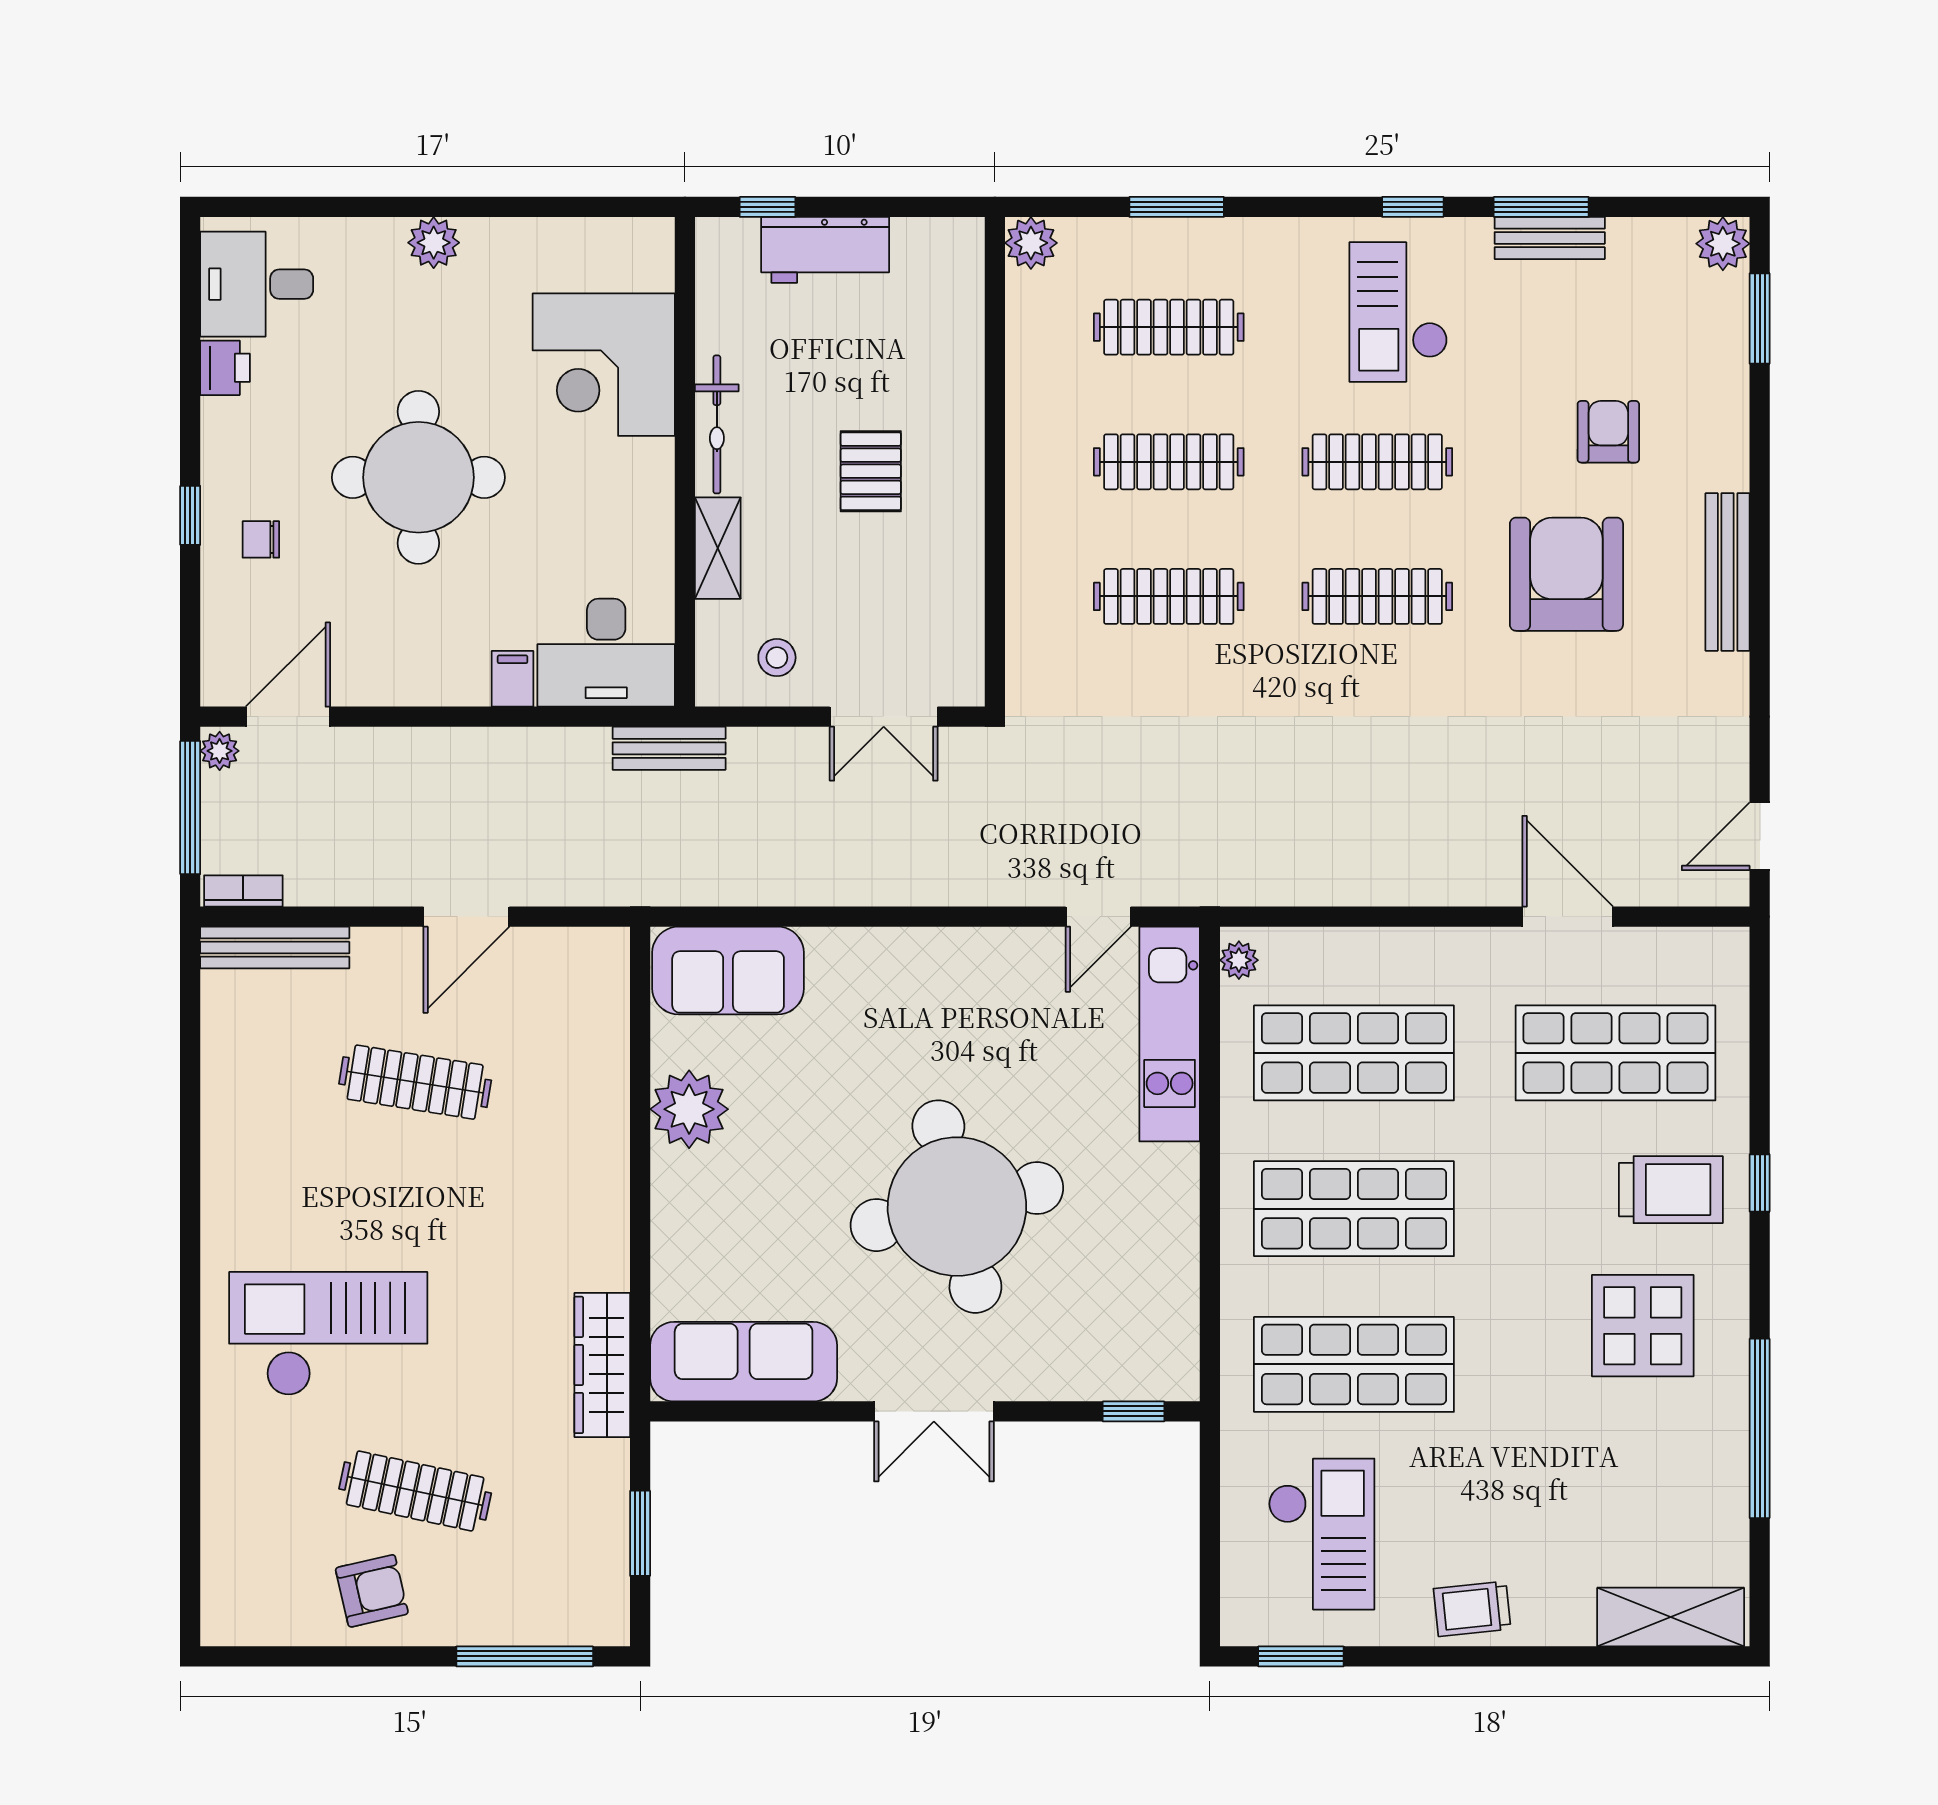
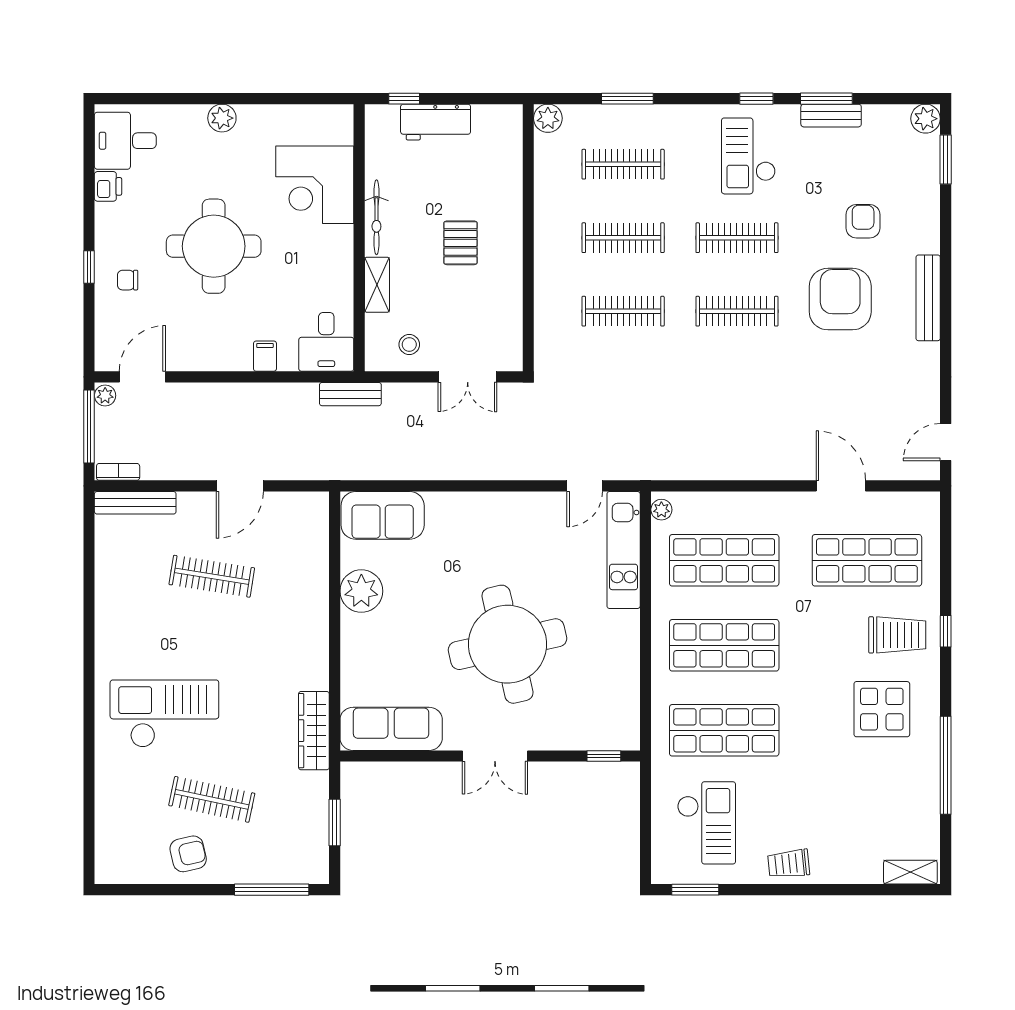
desk: (606, 653) -> (326, 342), width x0.73
shelving: (1671, 1617) -> (910, 872), width x0.67, depth x0.75

